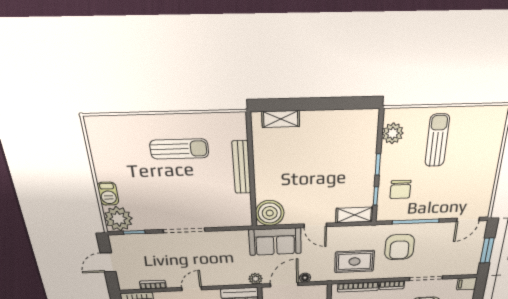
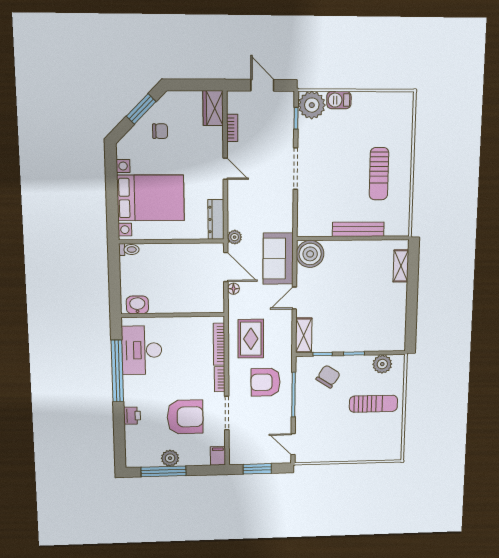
chair: (400, 189) -> (328, 377), turned 123

